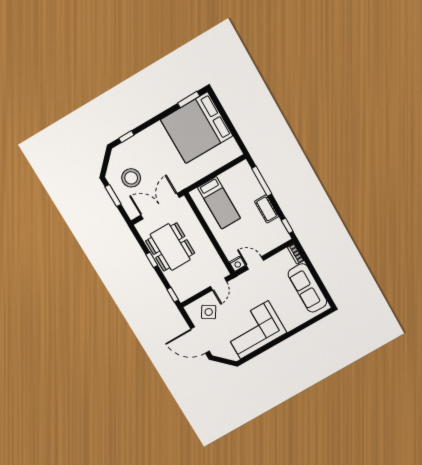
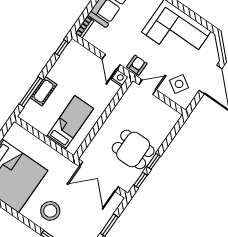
stool: (131, 178) -> (50, 211), moved
cot: (267, 209) -> (44, 91), moved
dining table: (170, 247) -> (133, 149), width x0.73
armchair: (242, 284) -> (137, 65), added
window: (173, 295) -> (141, 180), moved

